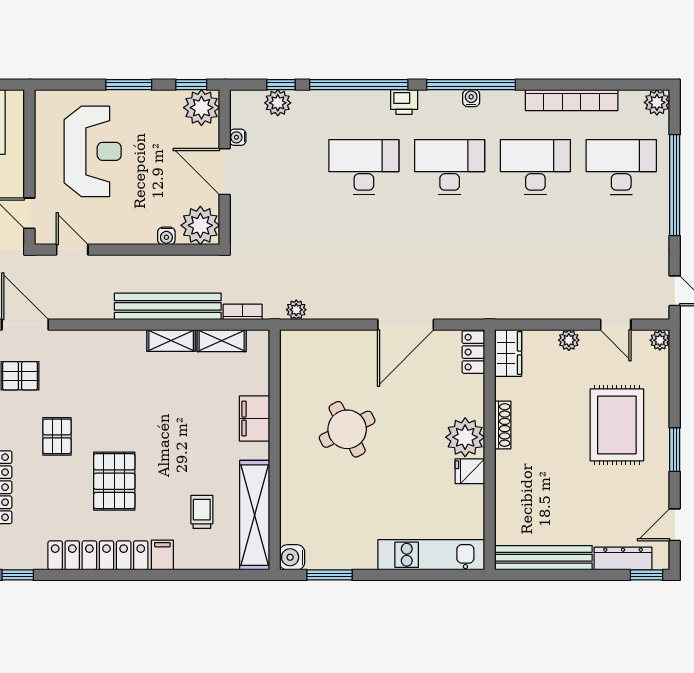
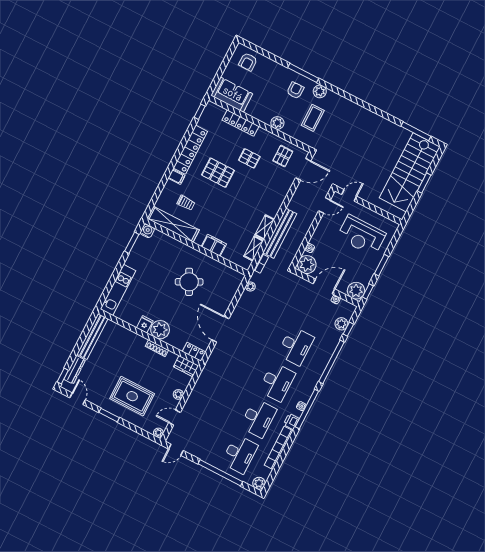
printer: (404, 102) -> (291, 422), moved

